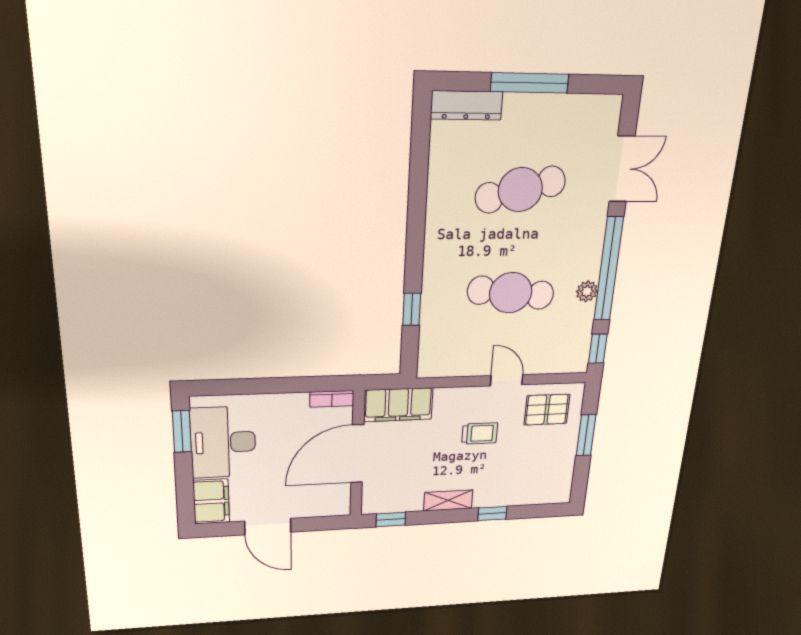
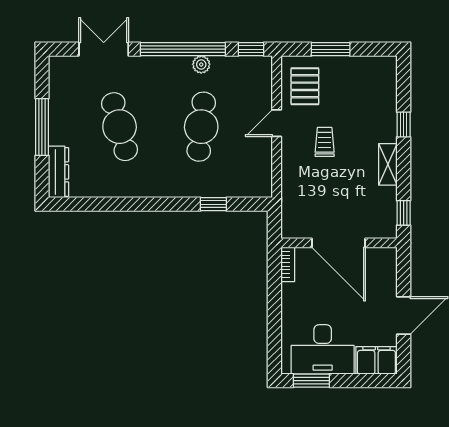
filing cabinet: (398, 405) -> (295, 211), removed

